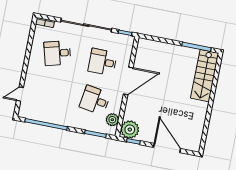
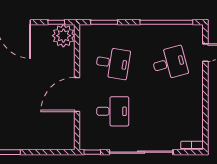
desk: (57, 53) -> (170, 63), moved
plant: (112, 120) -> (87, 44), removed

